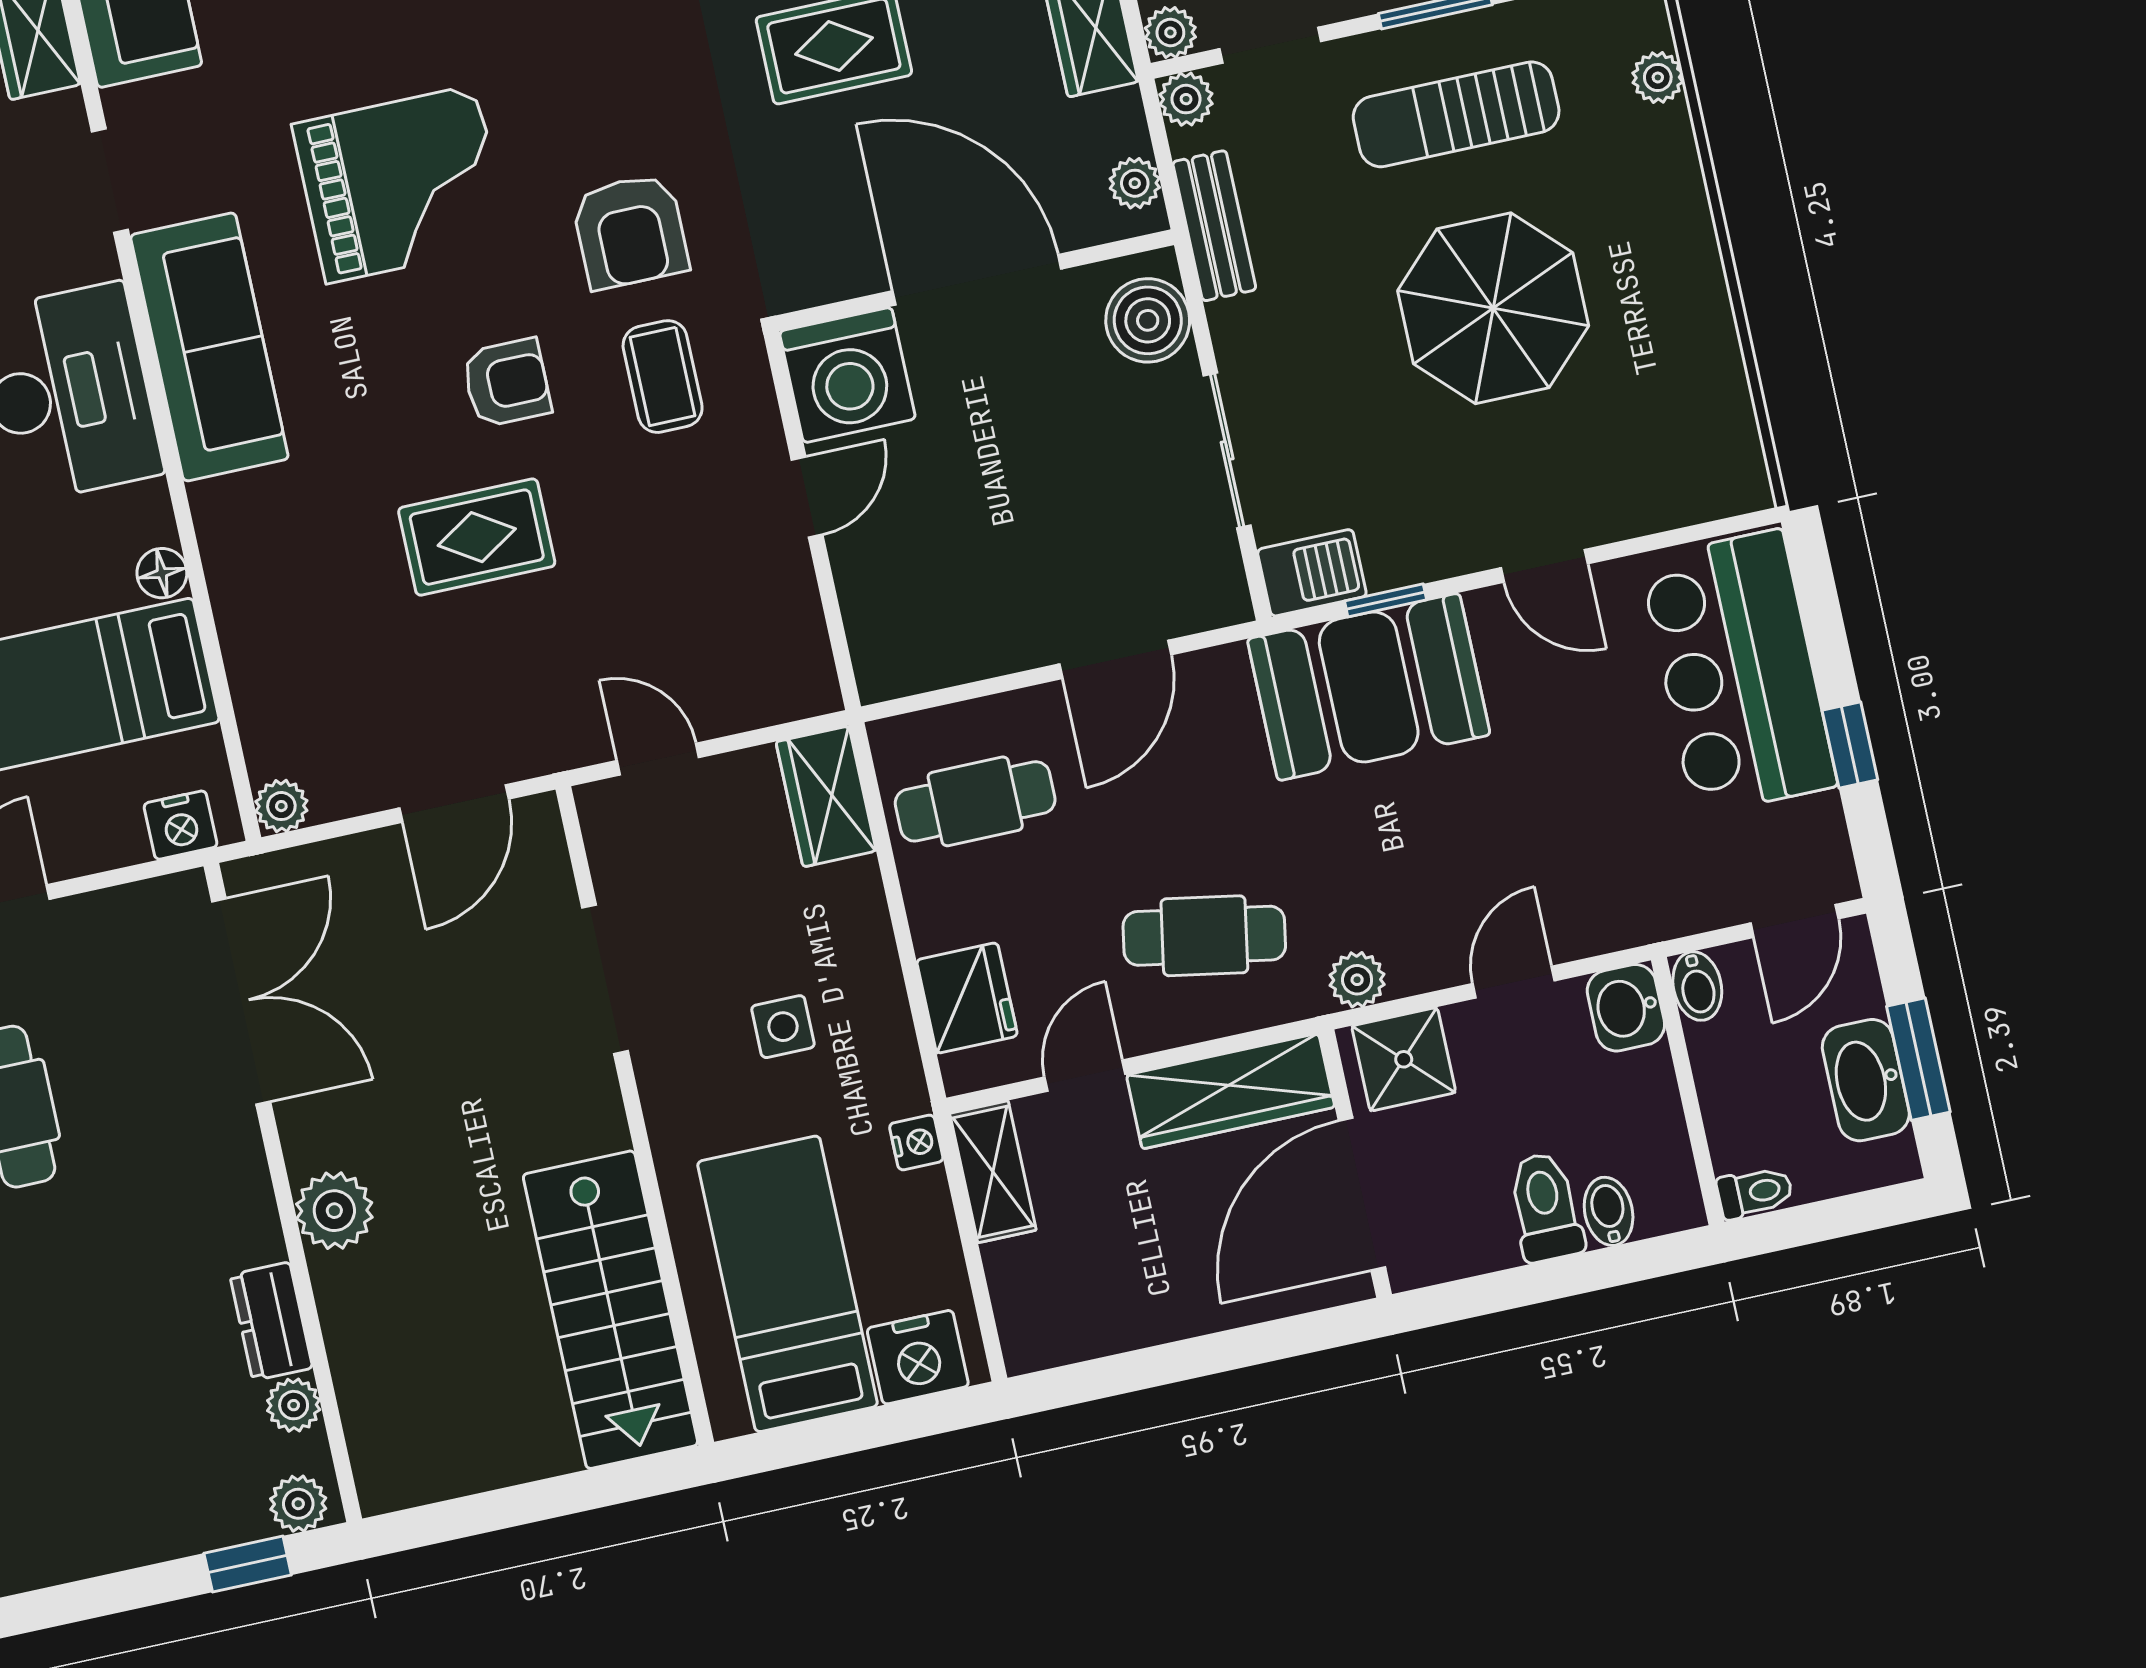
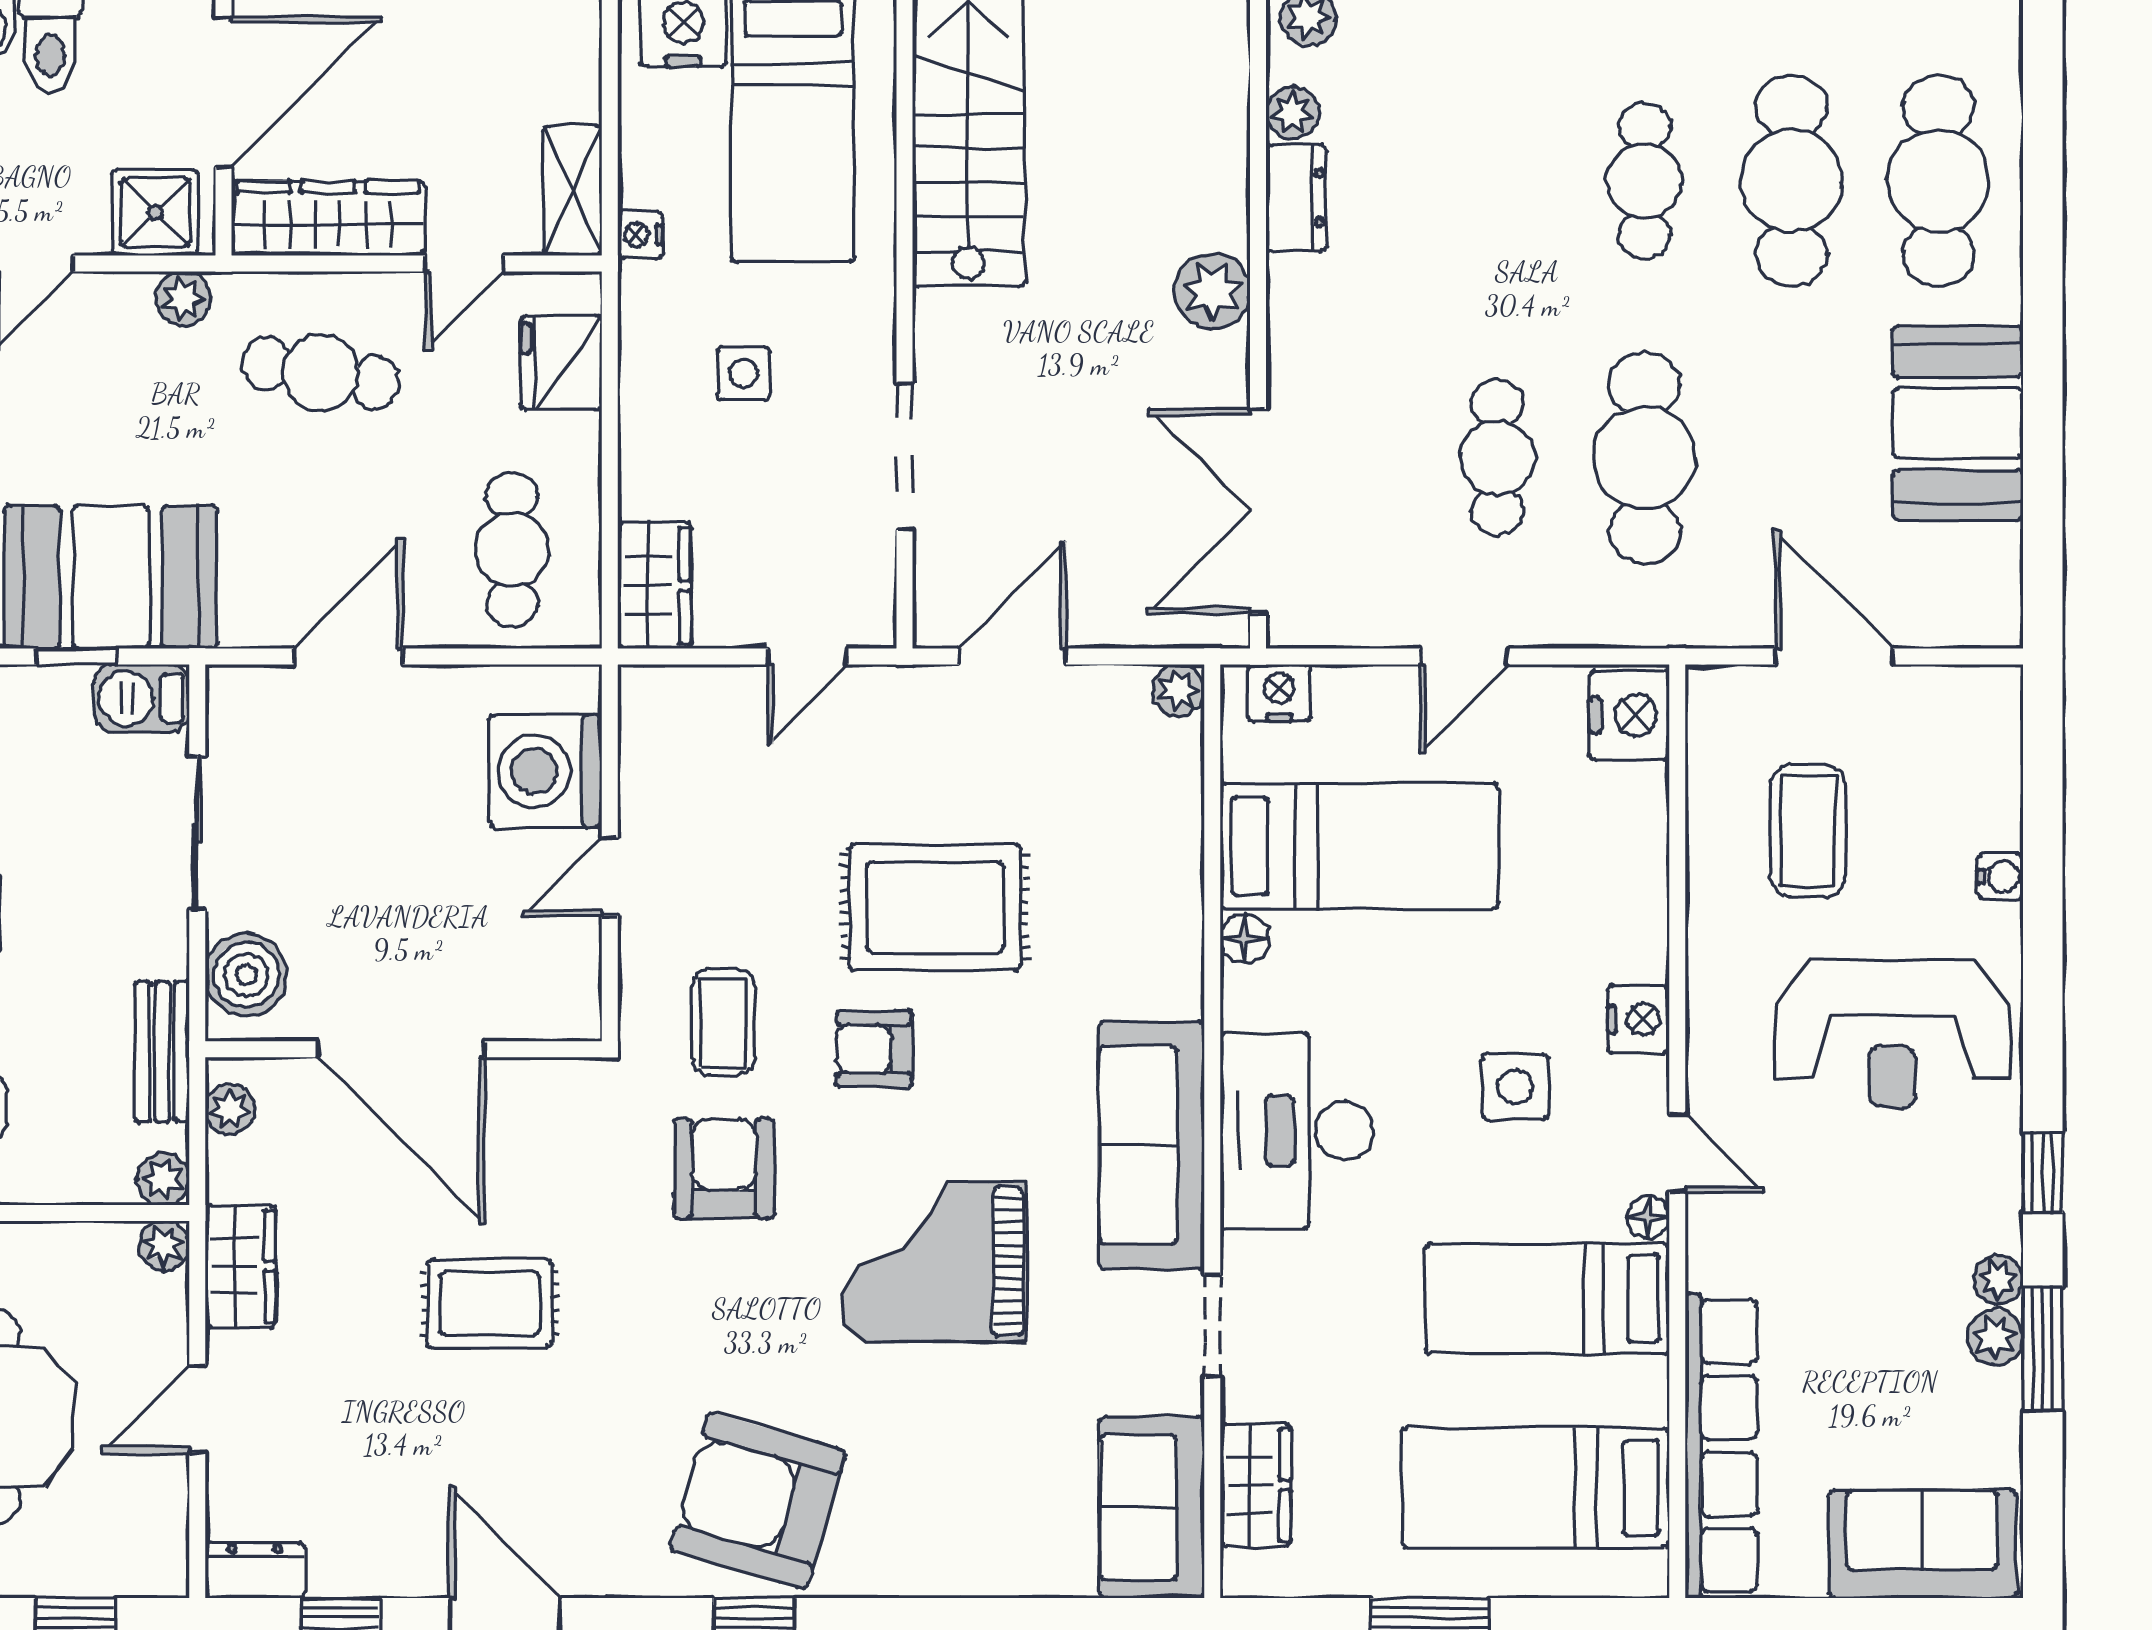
doorway: (1270, 45) -> (71, 1213), removed
washing machine: (847, 375) -> (546, 771), moved, turned -90
rug: (477, 537) -> (935, 907), width x1.36, depth x1.43
door: (658, 759) -> (808, 656), hinge flipped
cafe table: (975, 801) -> (512, 549), turned 90

